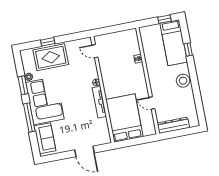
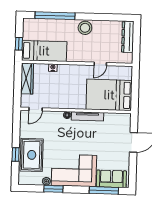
window: (164, 19) -> (19, 44), moved
wardrobe: (122, 36) -> (27, 79), added
bed: (174, 43) -> (44, 51), moved
window: (188, 50) -> (55, 16), width x3.17
window: (29, 117) -> (104, 190), moved
dresser: (173, 125) -> (128, 37), moved

